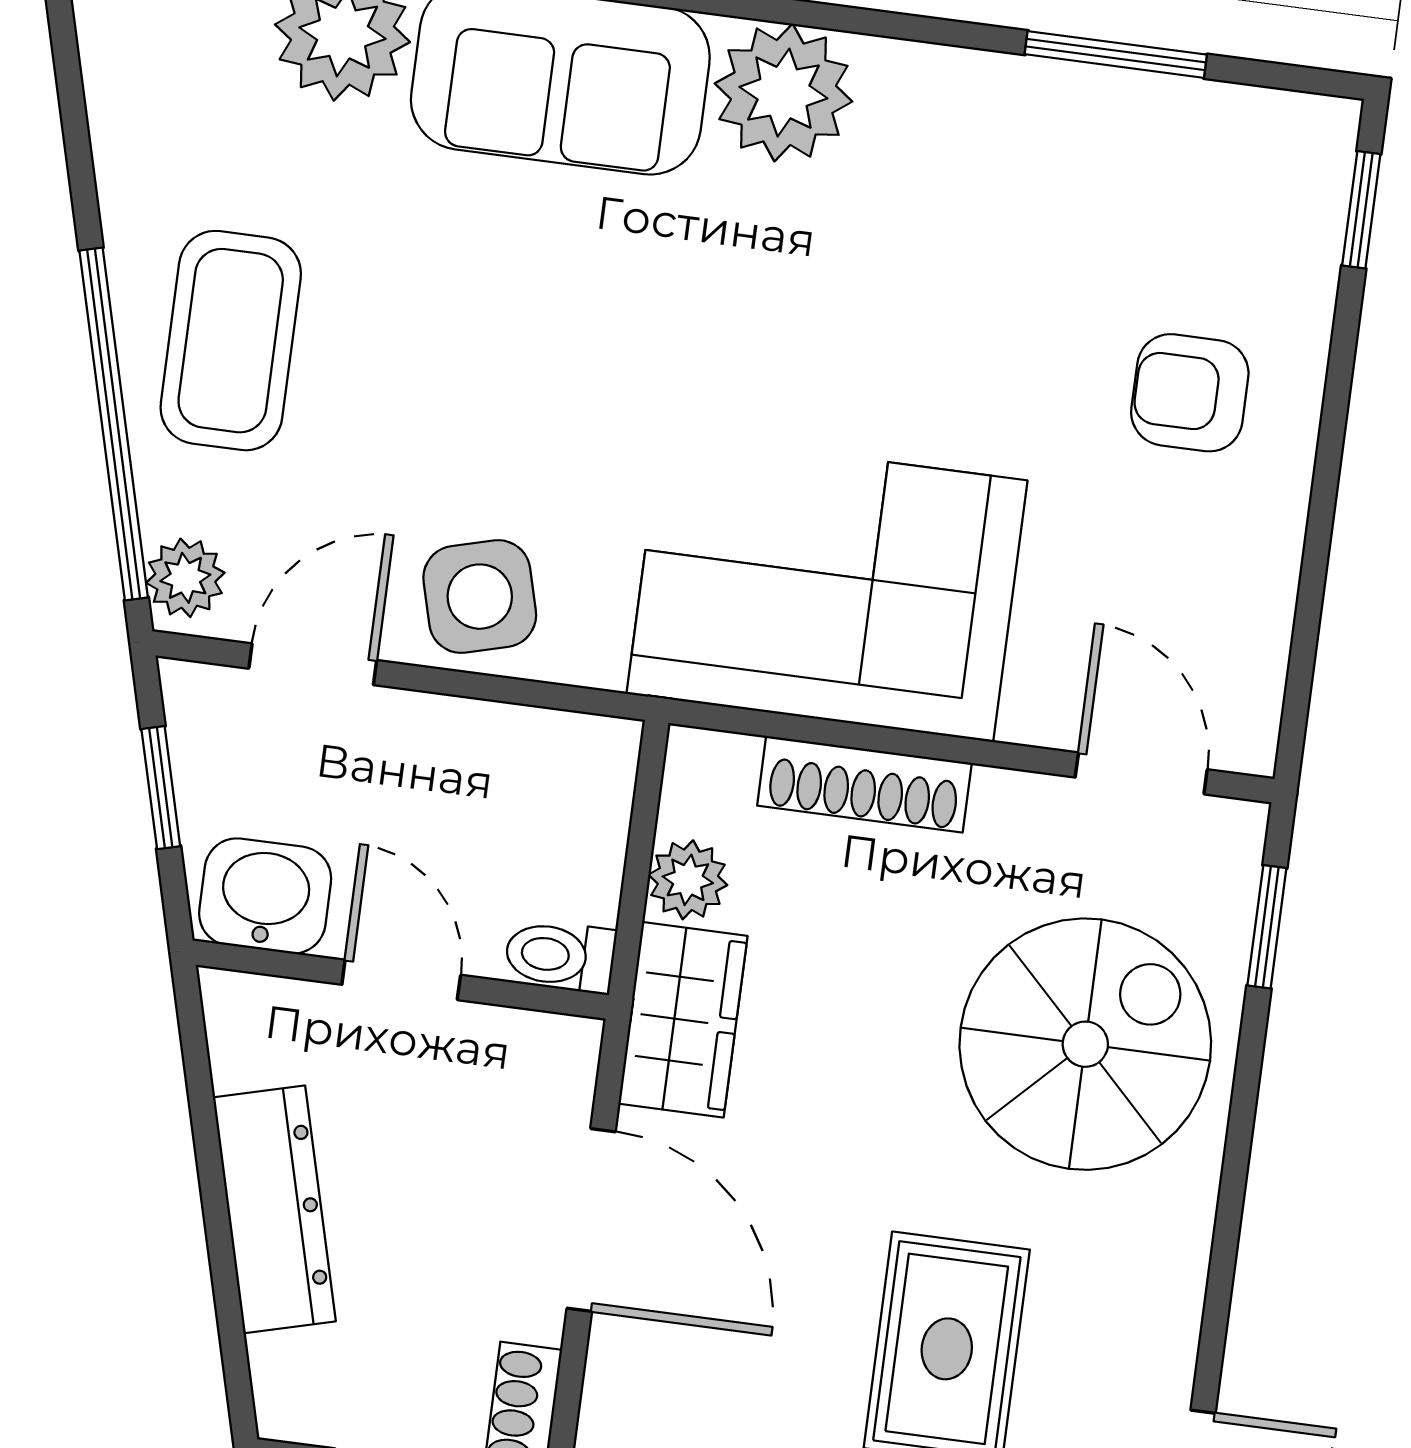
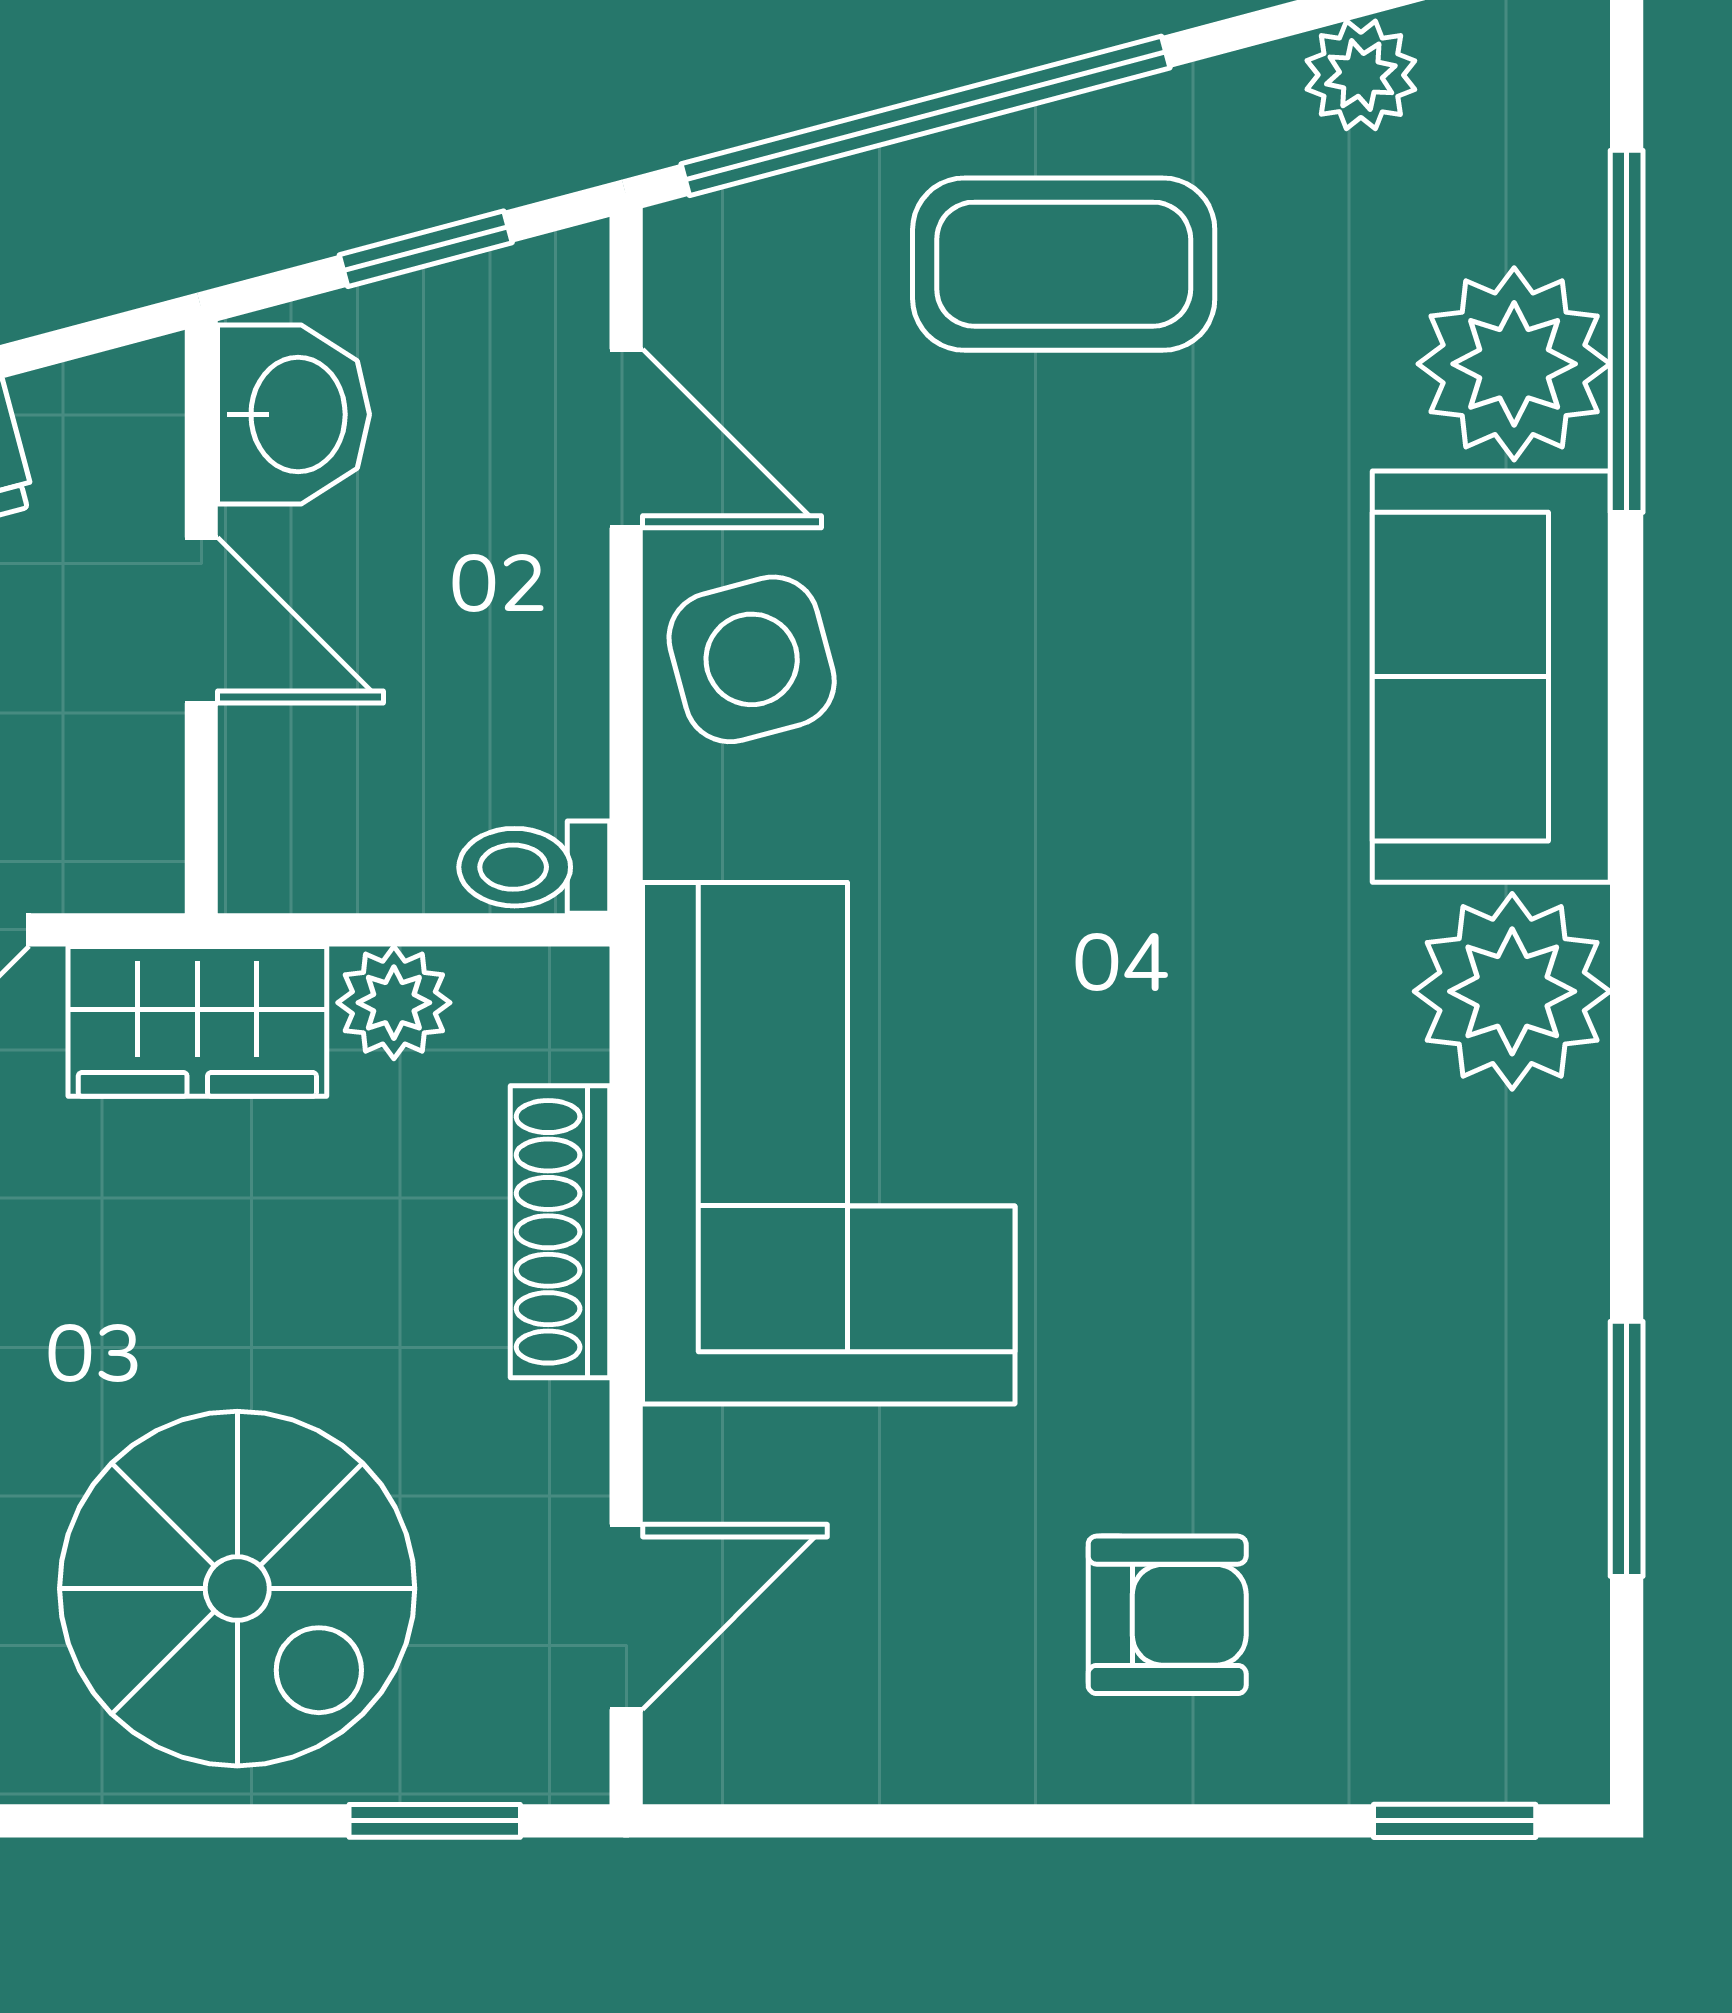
armchair: (1190, 393) -> (1167, 1615), turned 90
plant: (185, 578) -> (1361, 75), moved
toilet: (560, 956) -> (534, 867), moved, turned -90
door: (401, 980) -> (201, 620), hinge flipped

